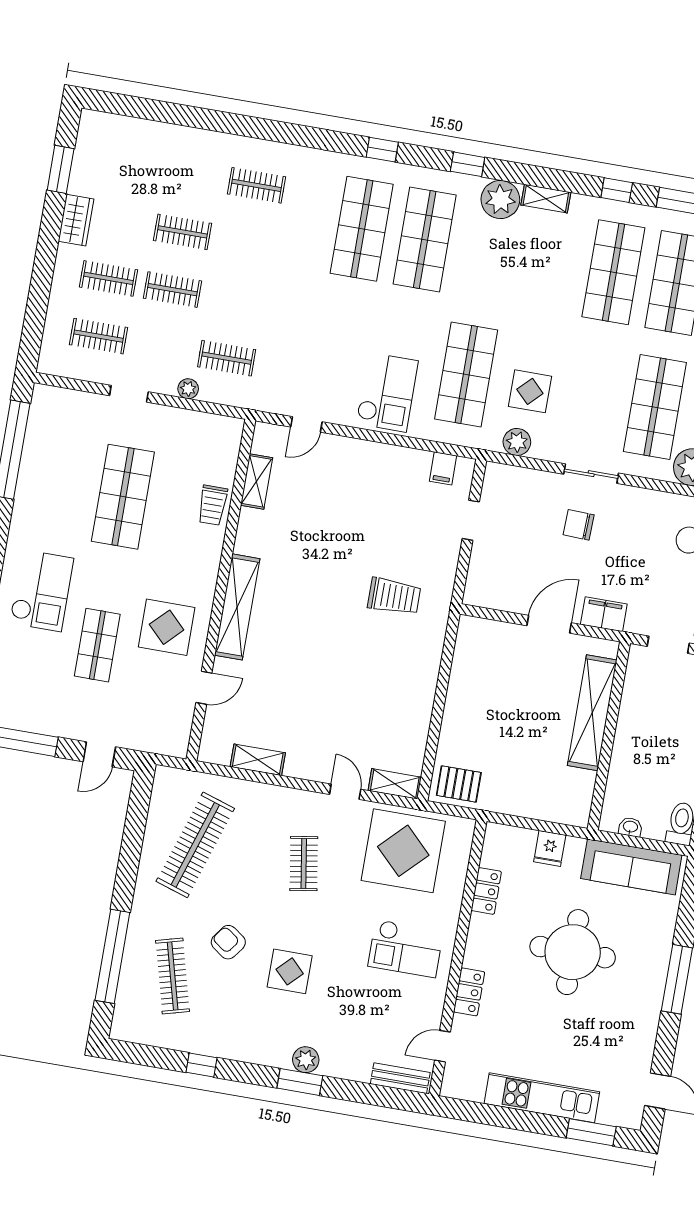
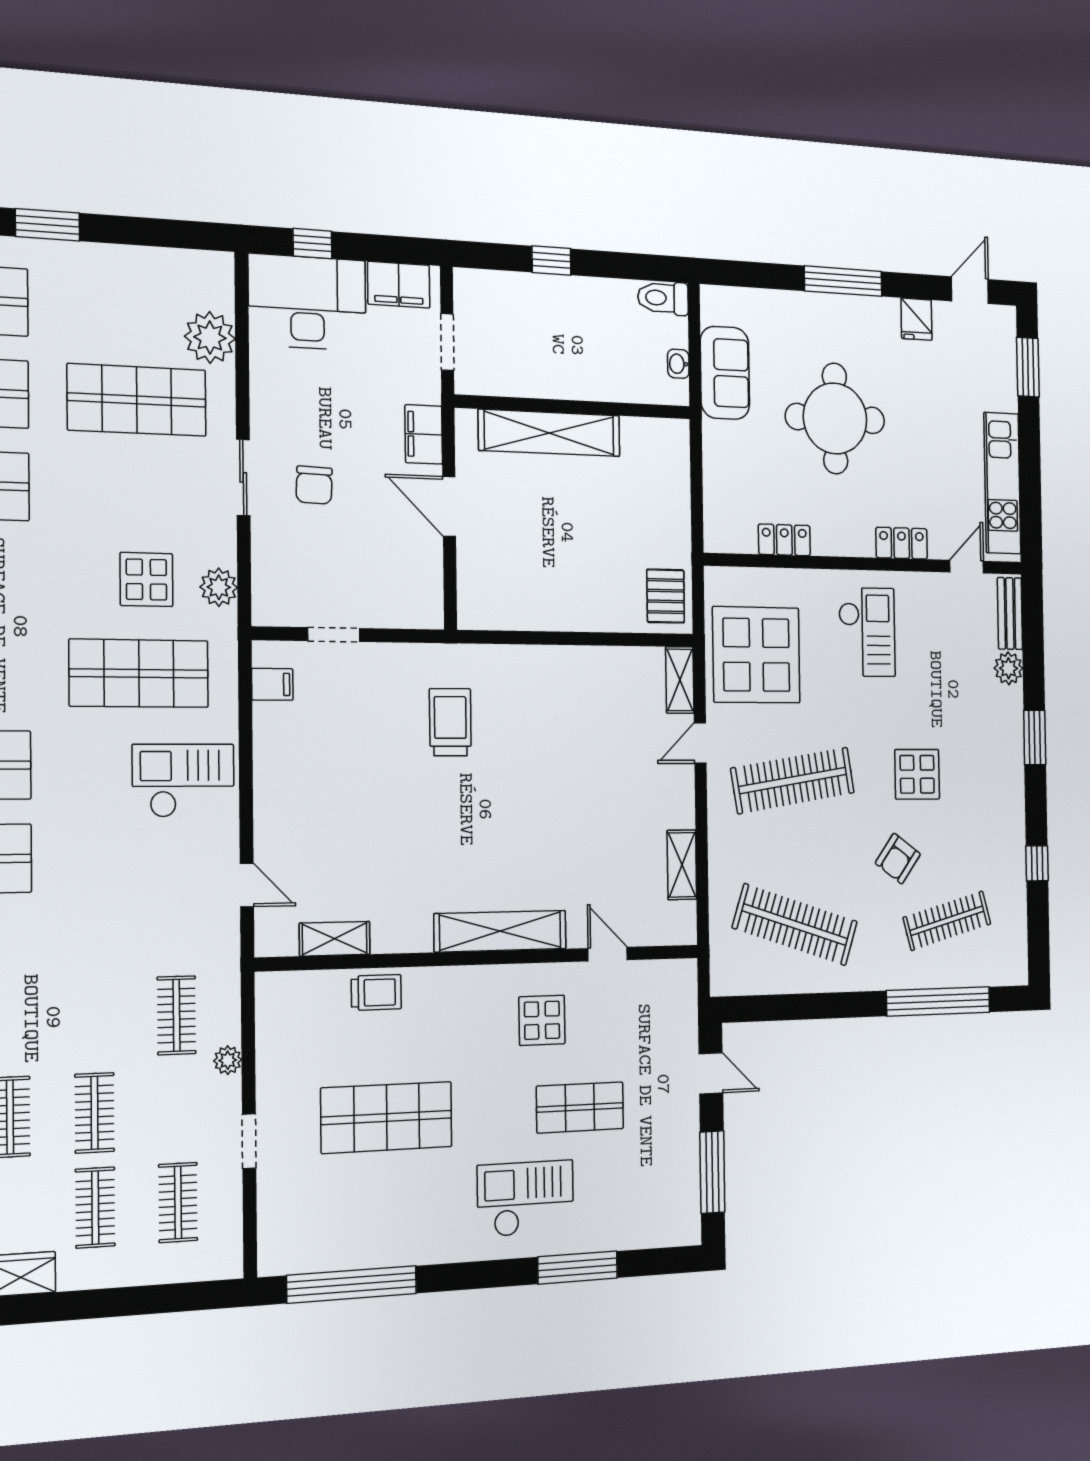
display table: (167, 627) -> (542, 1020), width x0.73, depth x0.73
fridge: (550, 848) -> (917, 319), moved, turned 90
clothes rail: (304, 864) -> (793, 780), width x1.86, depth x1.31
sofa: (631, 867) -> (725, 373), width x0.73
door: (443, 1046) -> (967, 567), swing flipped
plant: (306, 1060) -> (1009, 668), moved
kitchen unit: (542, 1098) -> (1002, 483), moved

